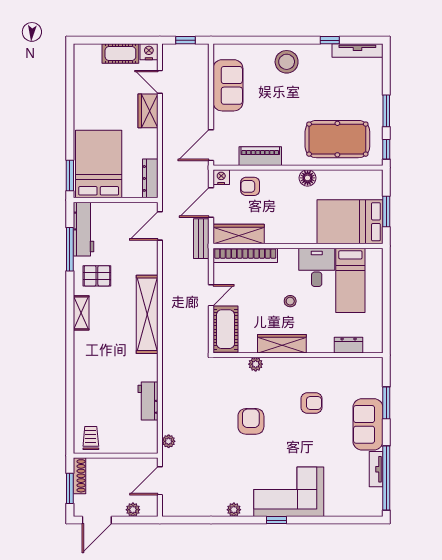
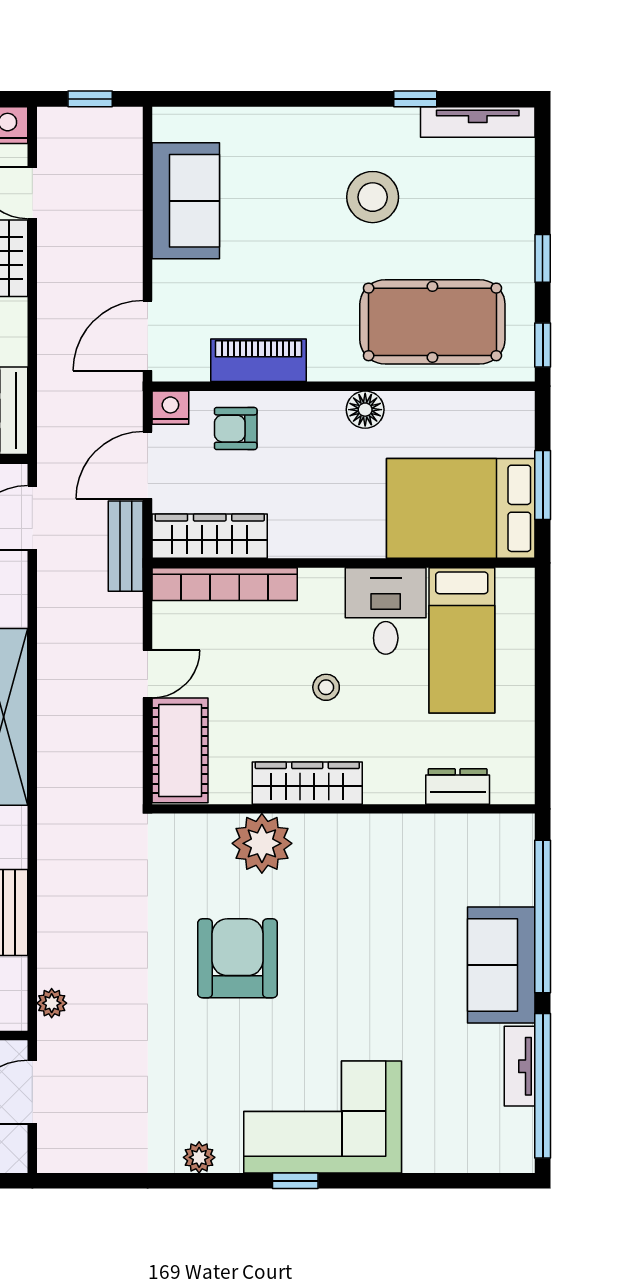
stool: (287, 62) -> (373, 197), moved
window: (386, 111) -> (543, 258), width x0.67
plant: (256, 364) -> (262, 843), width x1.87, depth x1.87
armchair: (312, 403) -> (374, 917), removed
window: (386, 403) -> (543, 916), width x2.11
armchair: (251, 421) -> (238, 958), width x1.36, depth x1.36

